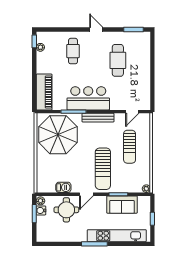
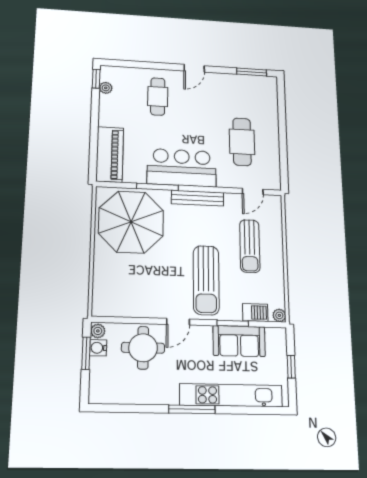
door: (96, 30) -> (194, 68), swing flipped
cafe table: (118, 60) -> (242, 142), moved
barbecue: (63, 187) -> (255, 312), moved

